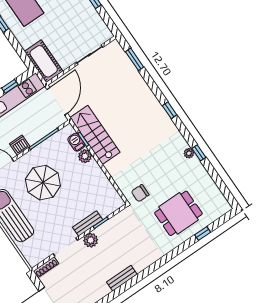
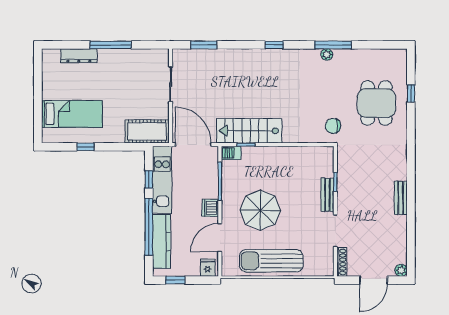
barbecue: (76, 142) -> (231, 153), moved
window: (199, 153) -> (333, 45), width x2.17
plant: (85, 156) -> (263, 154), removed
chair: (140, 193) -> (333, 126), turned 90
plant: (91, 240) -> (345, 203), removed

